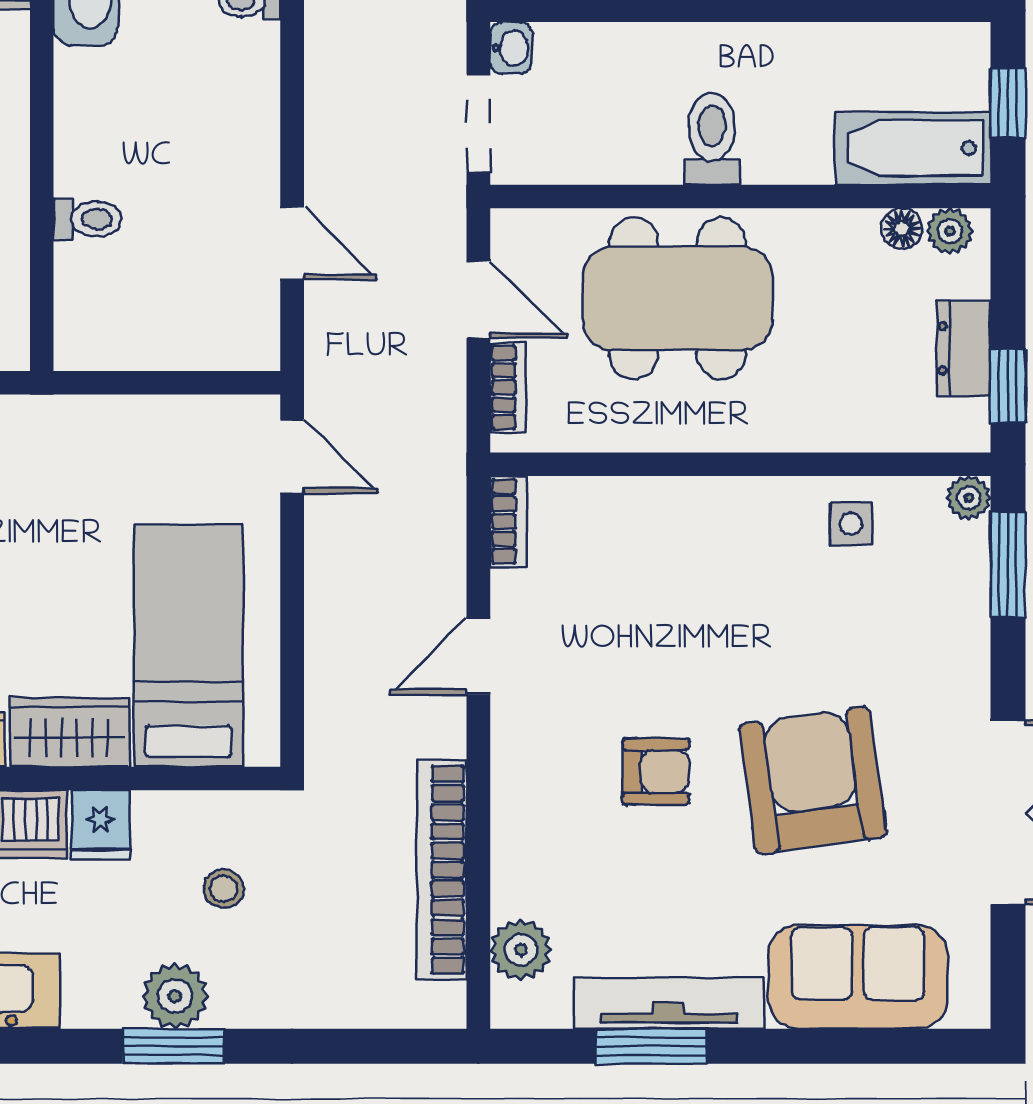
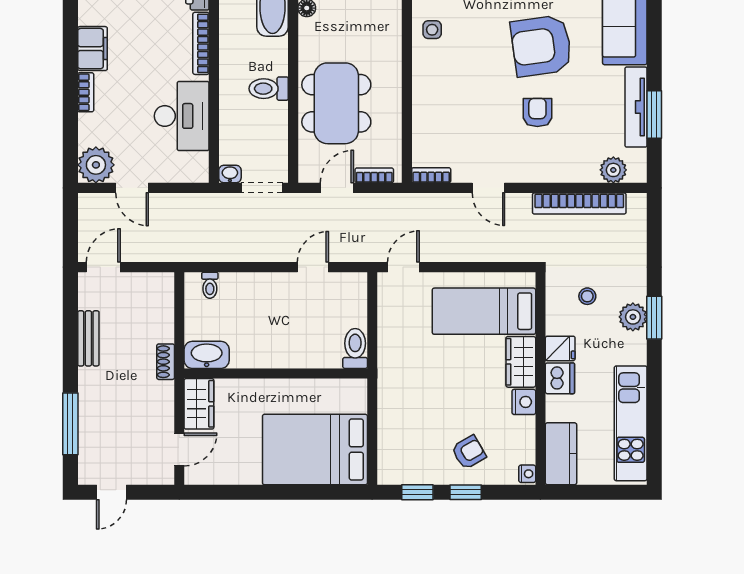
toilet: (88, 219) -> (355, 349), moved, width x1.37, depth x1.39

